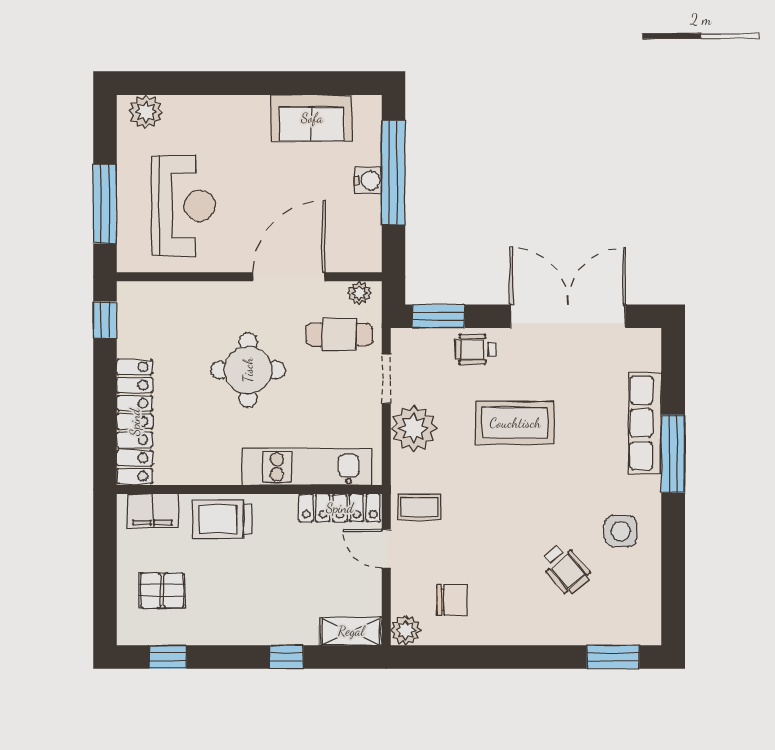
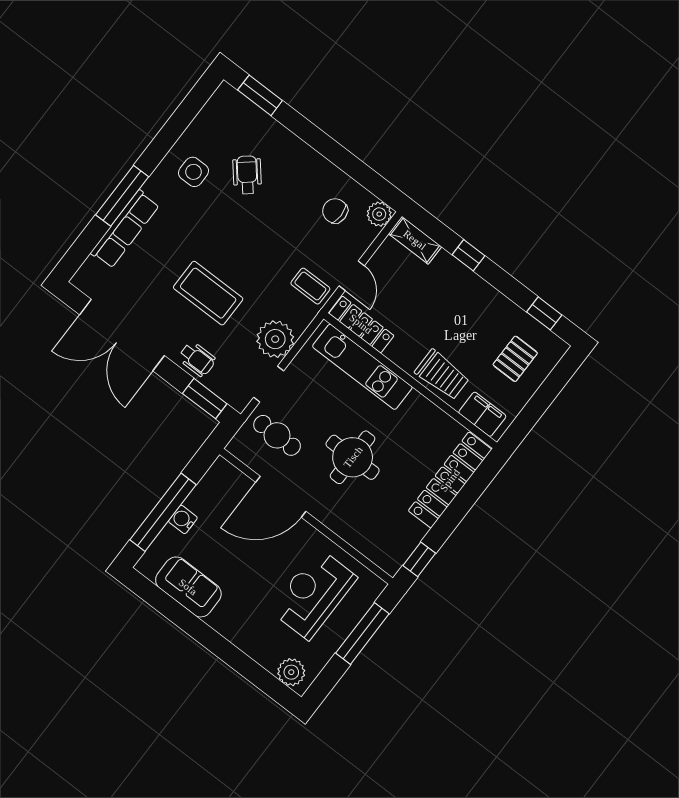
plant: (359, 293) -> (244, 452), removed
pallet: (162, 590) -> (515, 359), turned 90

